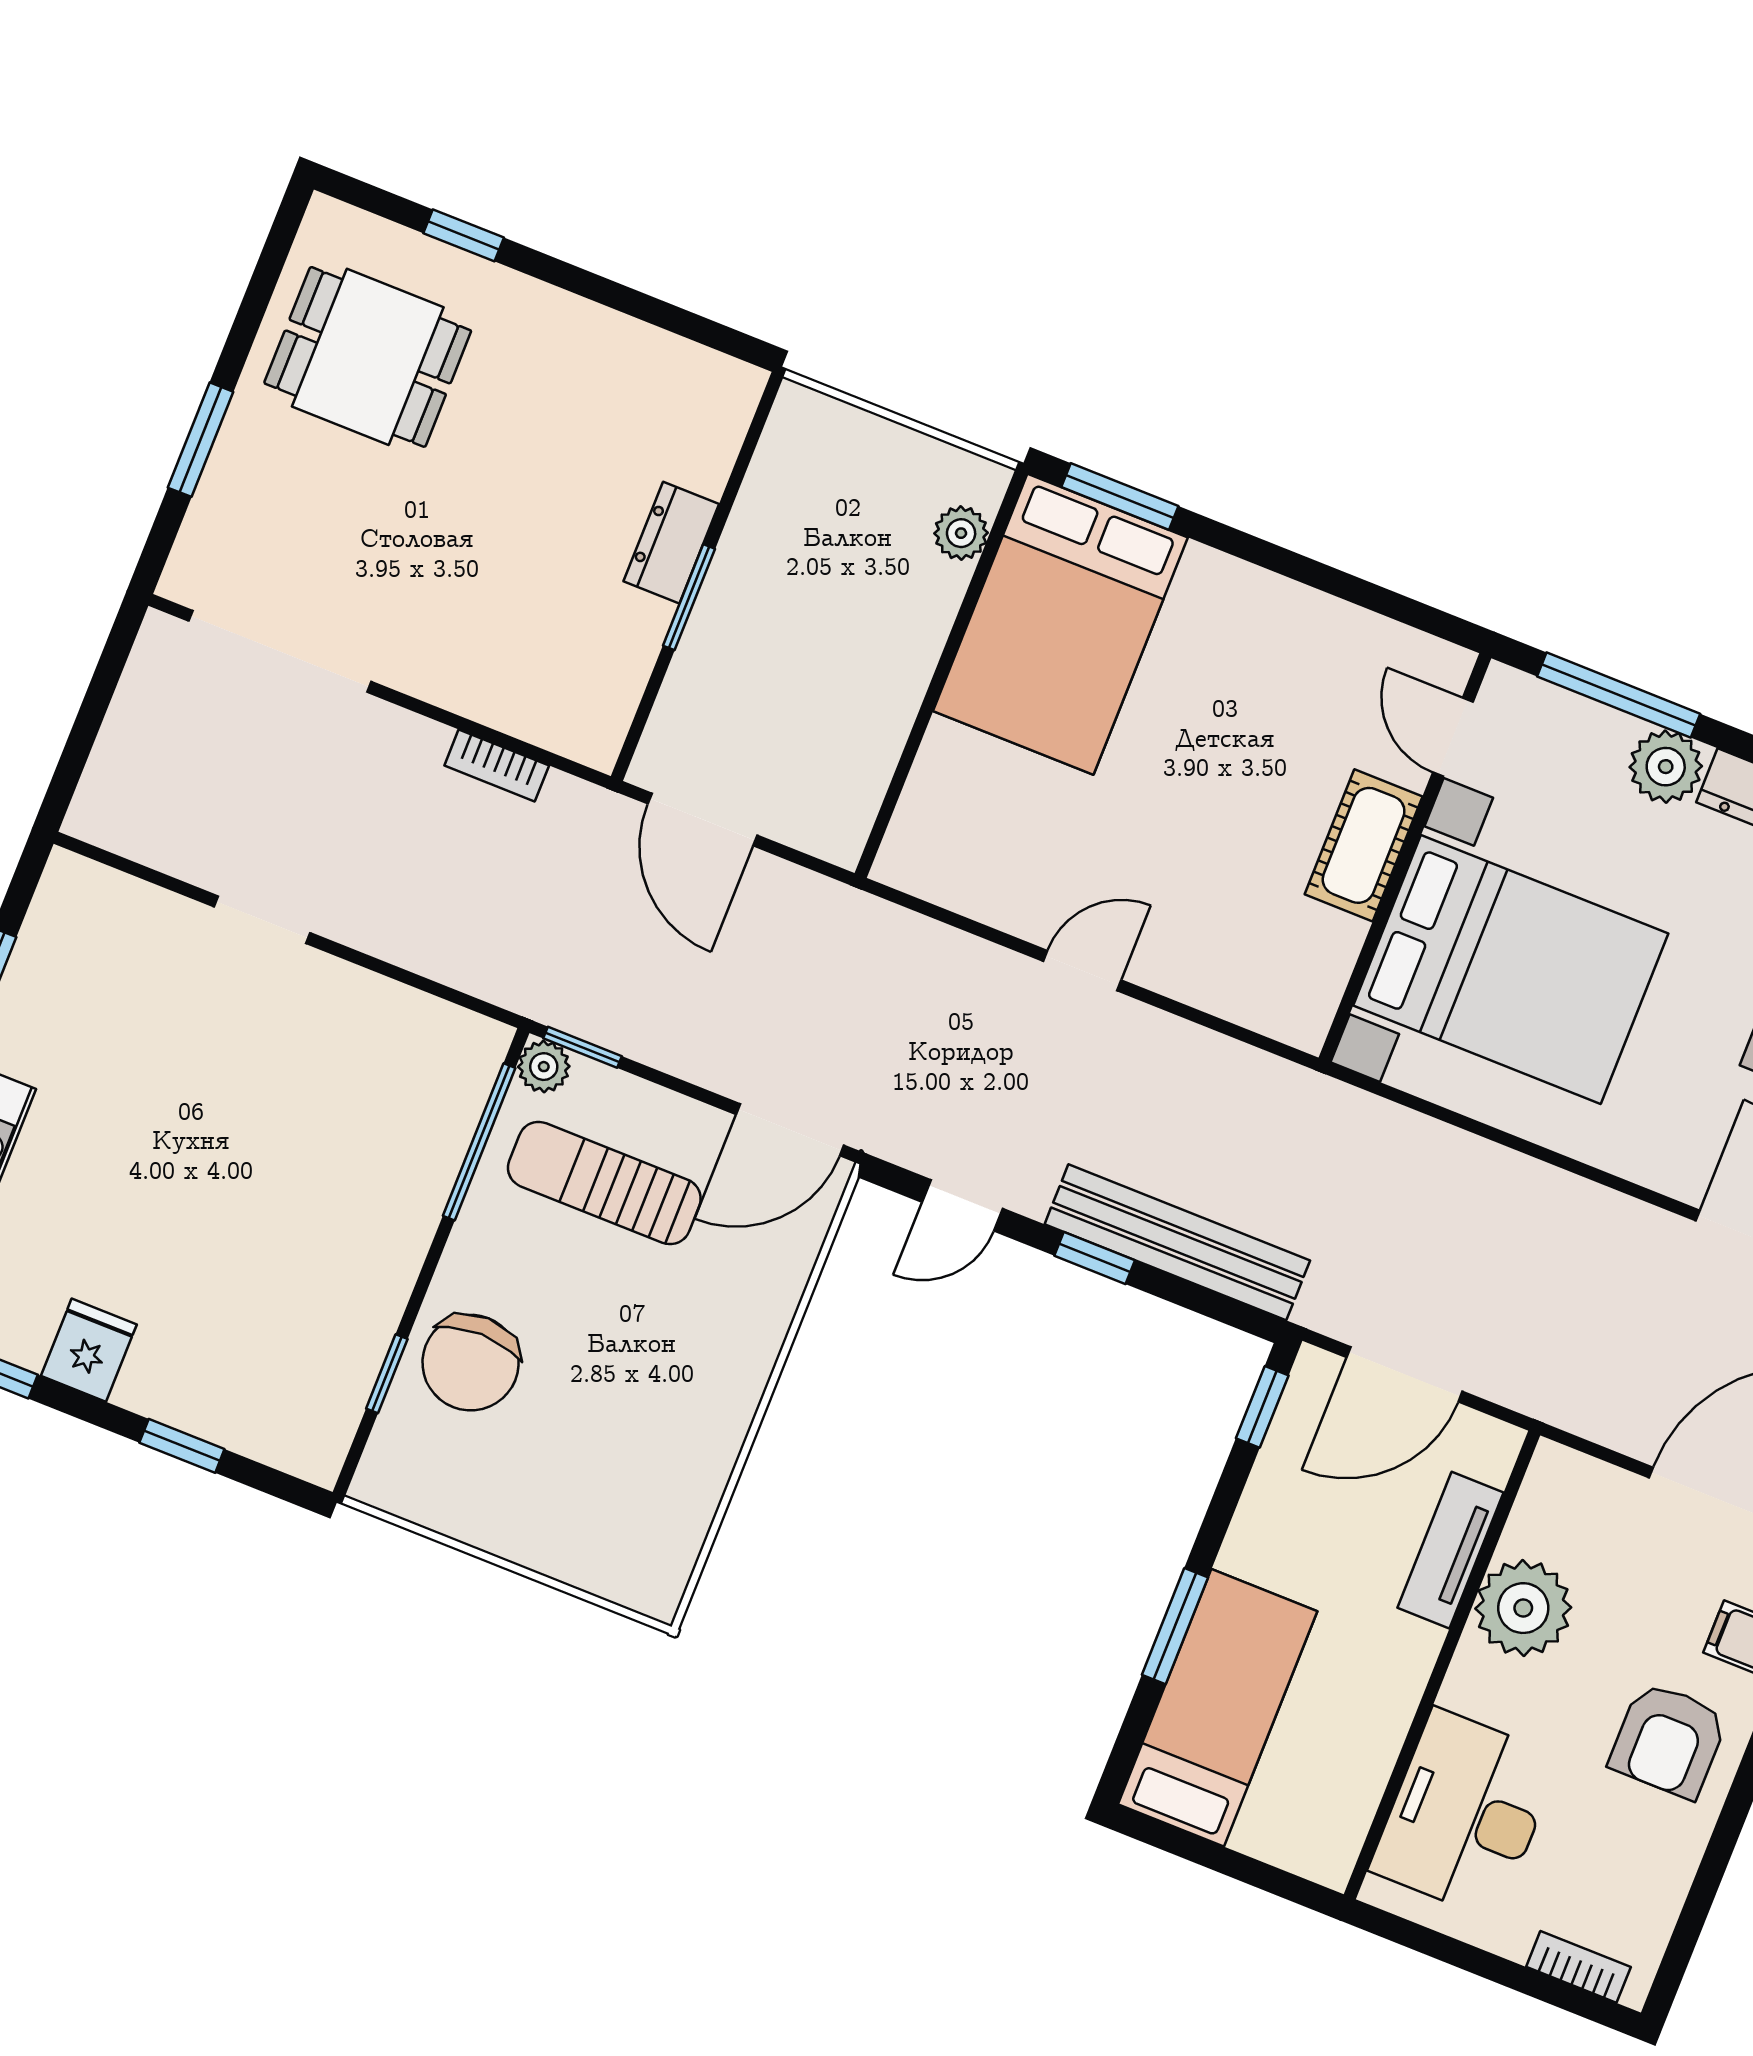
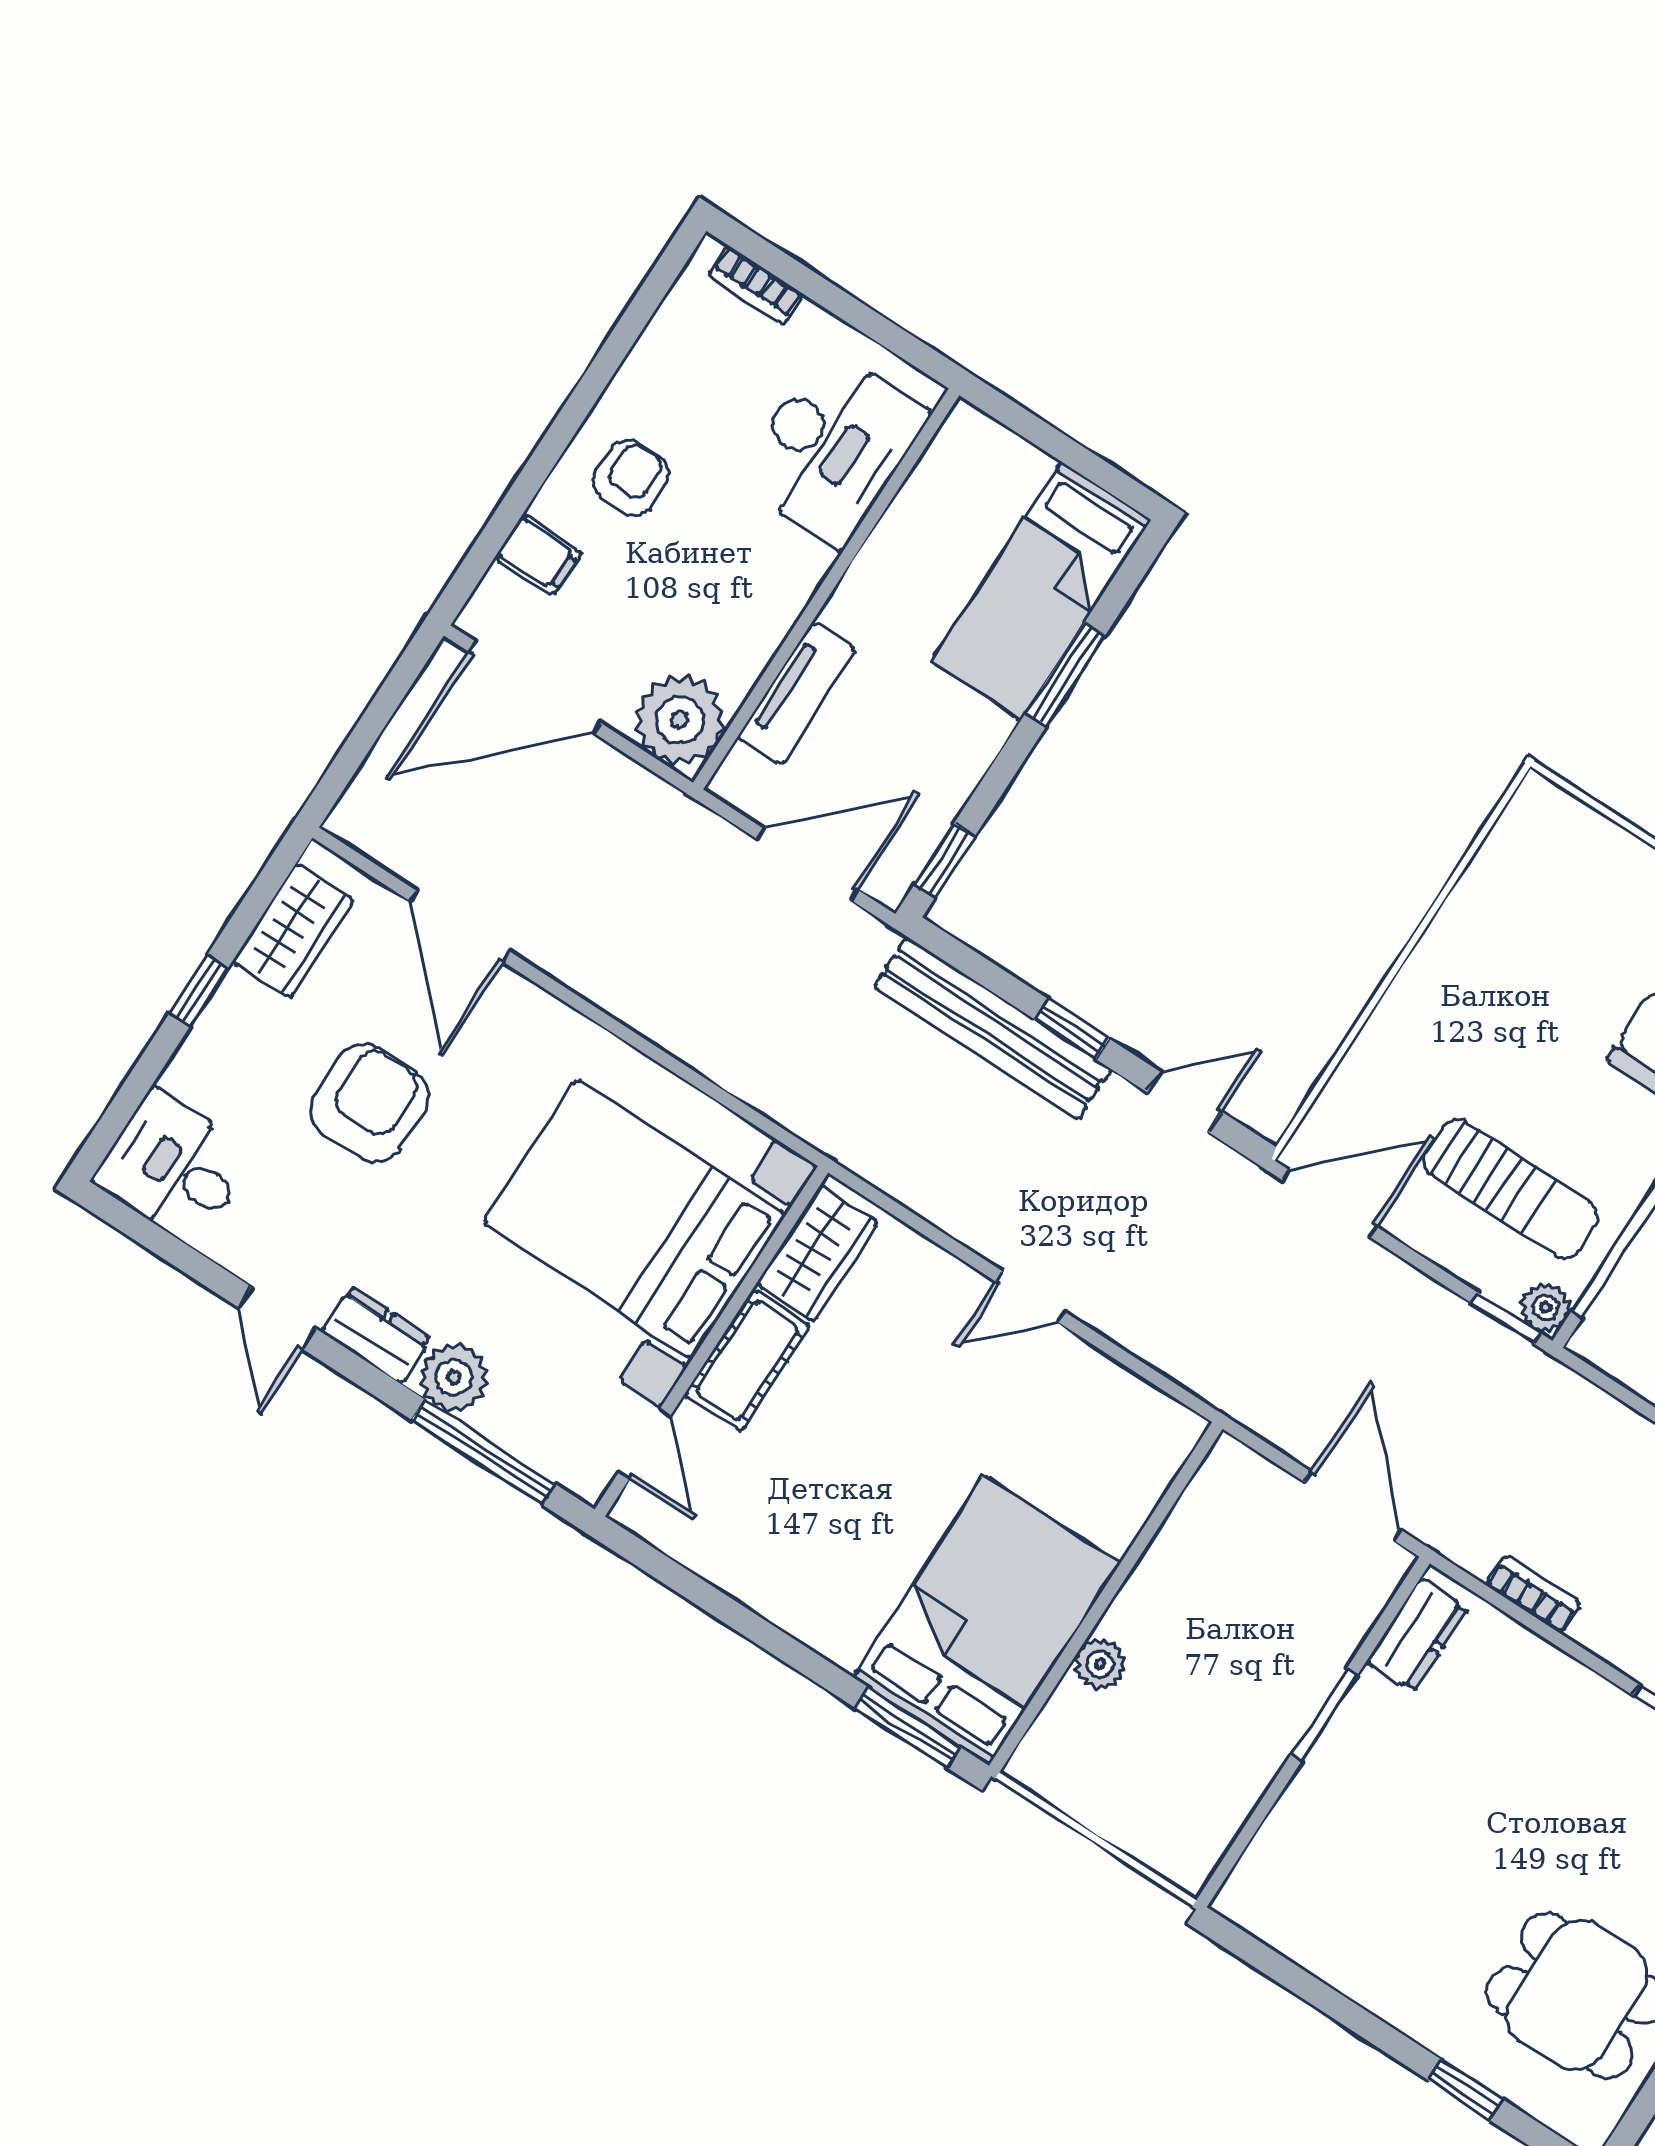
plant: (961, 533) -> (1100, 1664), moved
dresser: (671, 543) -> (1417, 1635), moved
wardrobe: (1313, 972) -> (817, 1253), added
plant: (1523, 1608) -> (680, 720), moved
armchair: (1668, 1740) -> (631, 478), width x0.72, depth x0.72

